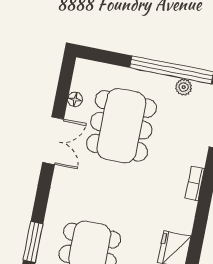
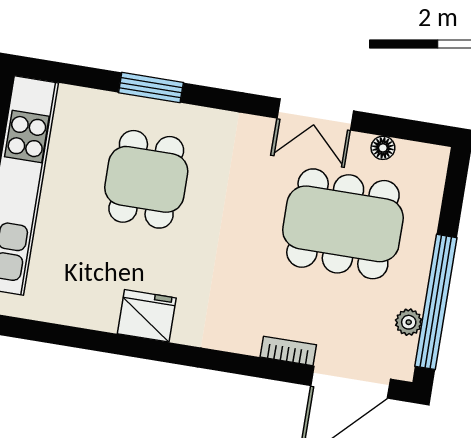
bookcase: (195, 184) -> (288, 351), moved

